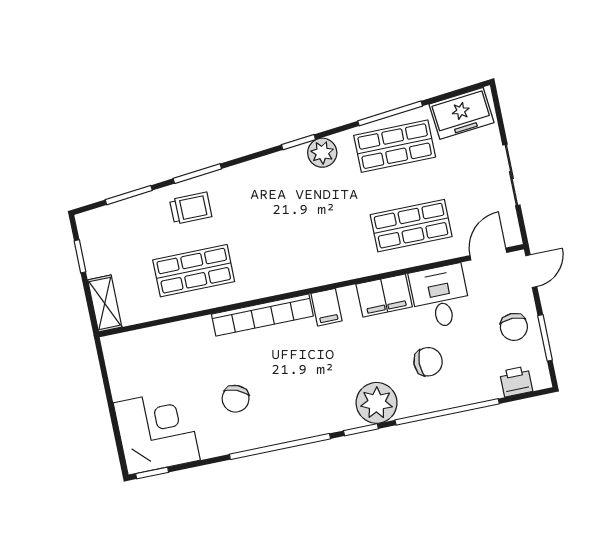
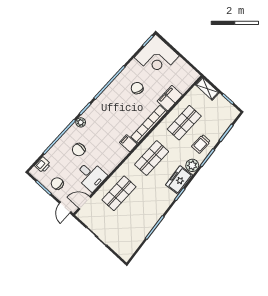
freezer: (461, 113) -> (179, 180), moved
shop shelf: (395, 146) -> (152, 158), moved
plant: (322, 153) -> (192, 165), moved
door: (488, 254) -> (85, 203), swing flipped
filing cabinet: (384, 295) -> (170, 98), moved
plant: (377, 403) -> (81, 122), width x0.53, depth x0.53

